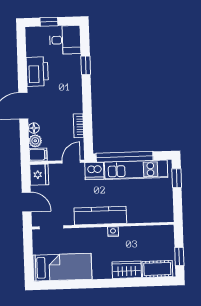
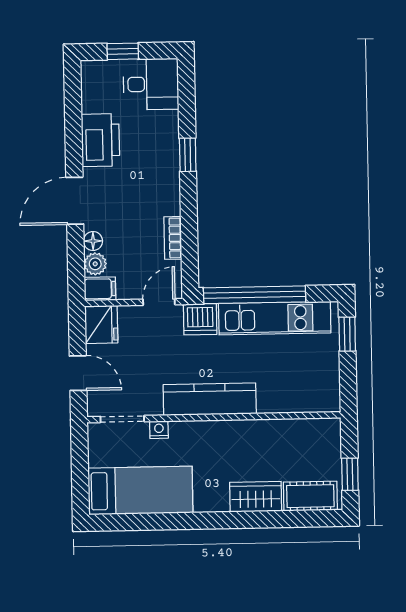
window: (86, 65) -> (188, 155), moved
nightstand: (113, 232) -> (159, 430), moved

